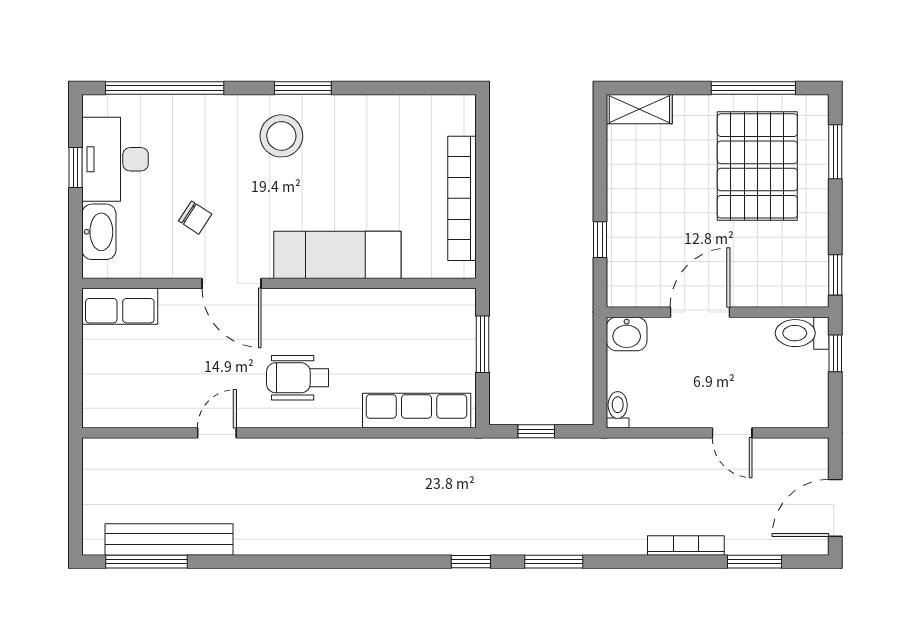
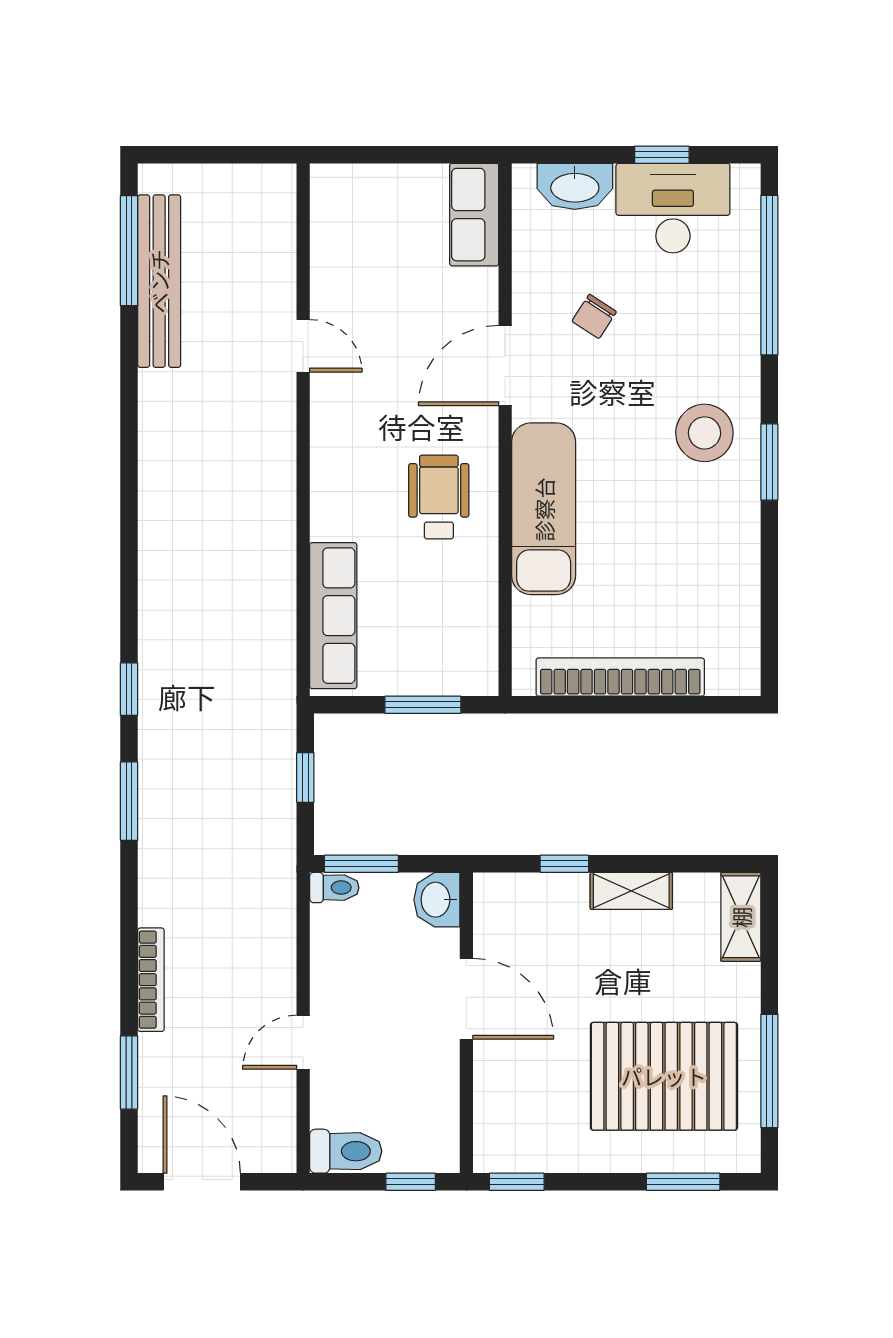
shelving: (620, 190) -> (631, 891), added
toilet: (802, 333) -> (346, 1151), moved, turned 90
wheelchair: (298, 378) -> (439, 497), moved
window: (600, 390) -> (361, 864), added

